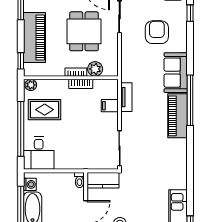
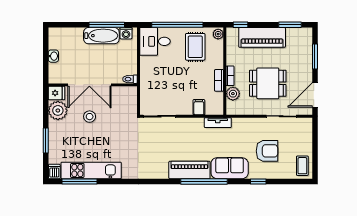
window: (190, 13) -> (258, 182), moved
tv unit: (126, 97) -> (218, 123), moved
kitchen counter: (103, 180) -> (130, 101), removed

